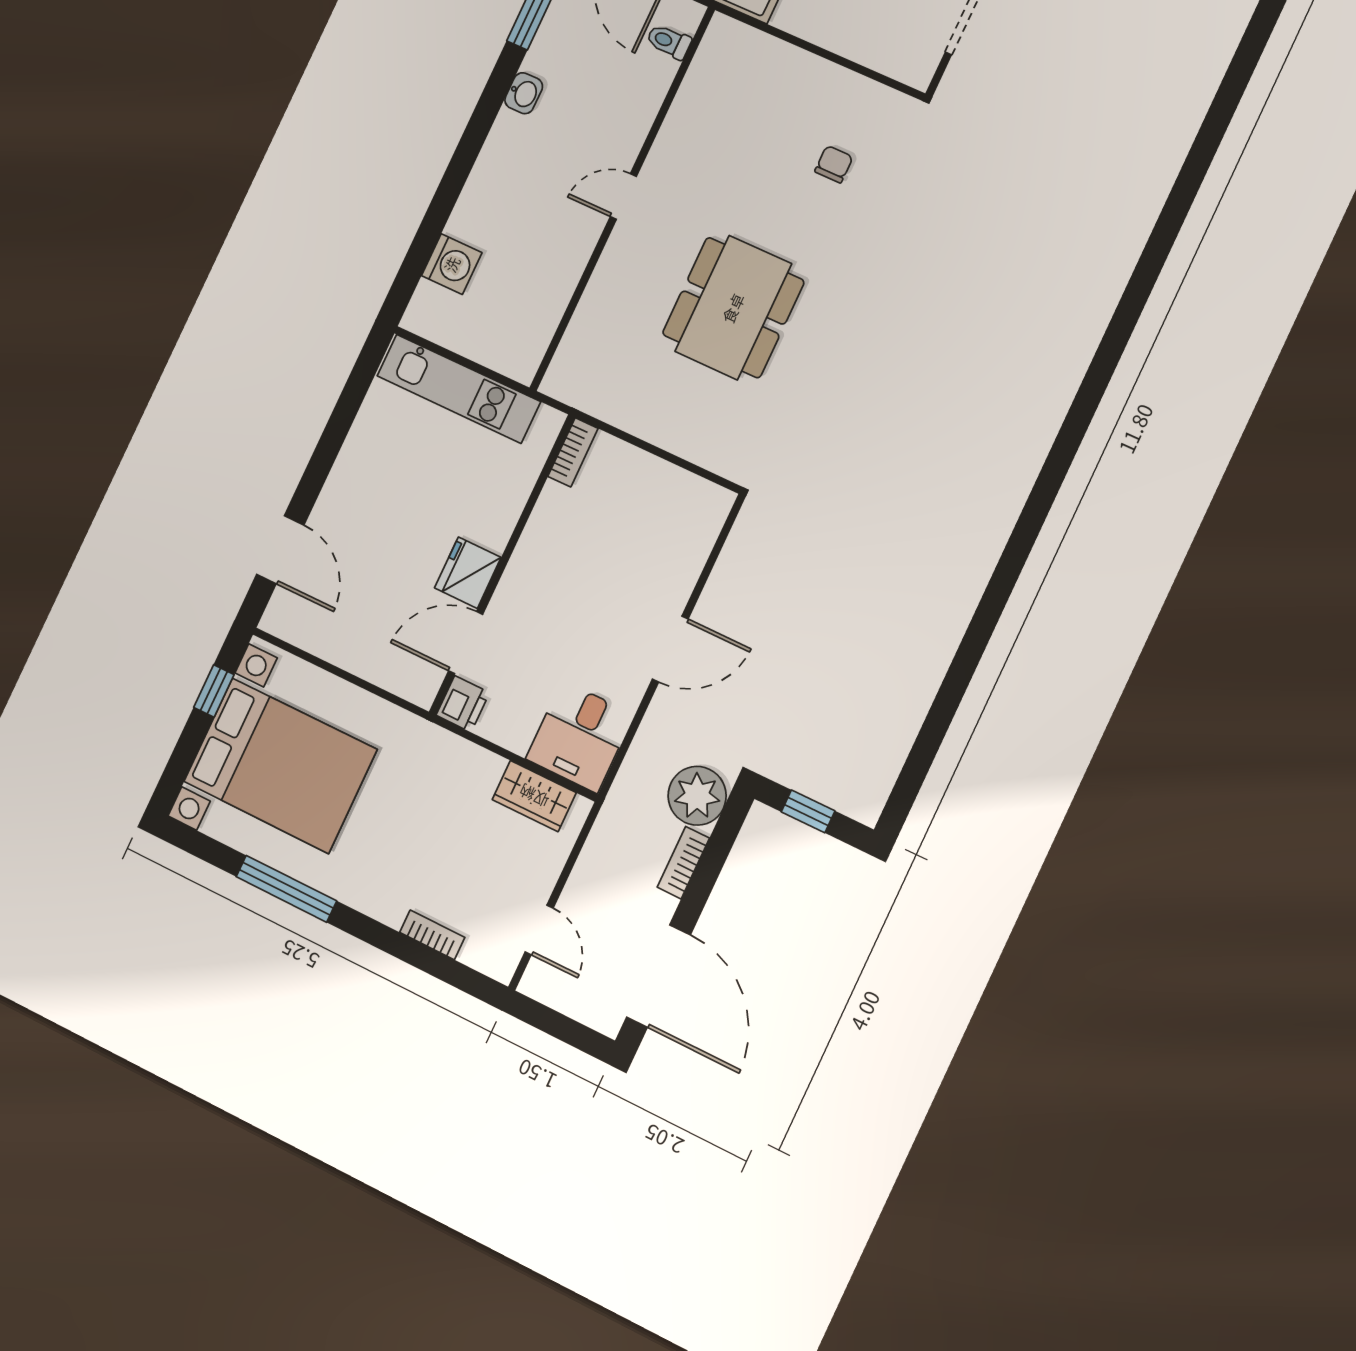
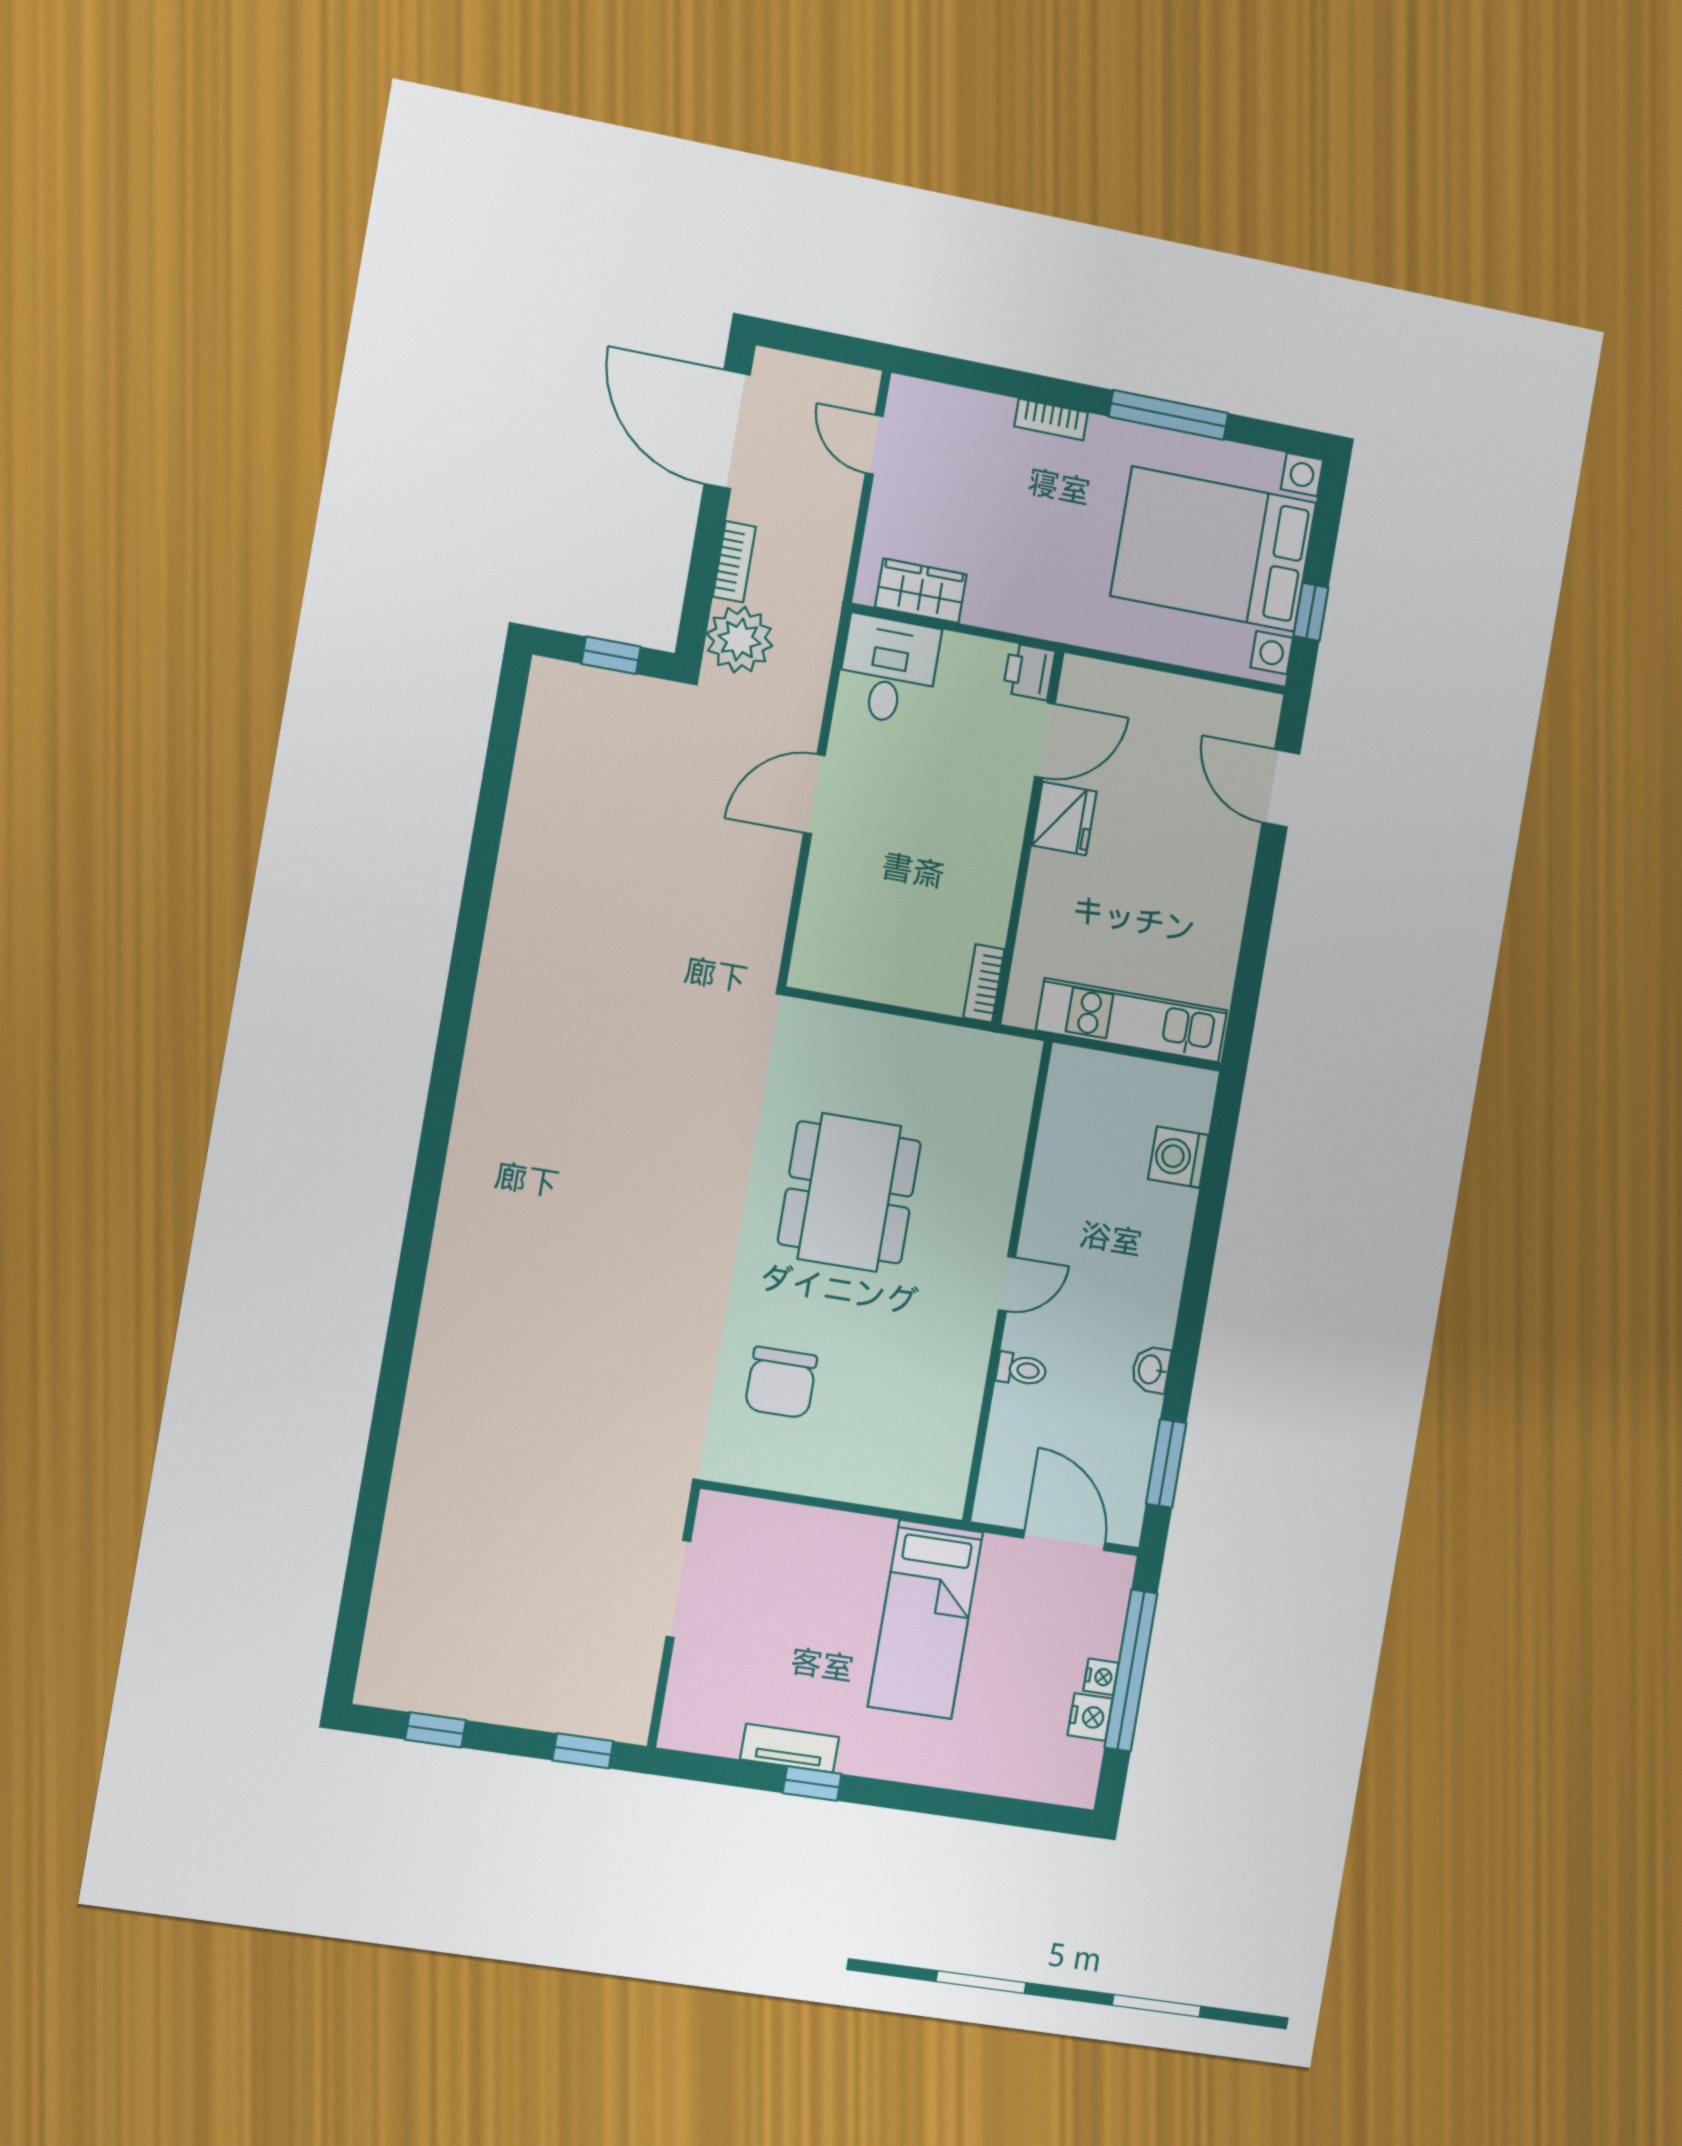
toilet: (669, 42) -> (1021, 1370), moved
chair: (834, 164) -> (781, 1383), width x1.87, depth x1.87
bookcase: (432, 935) -> (1051, 419), moved

